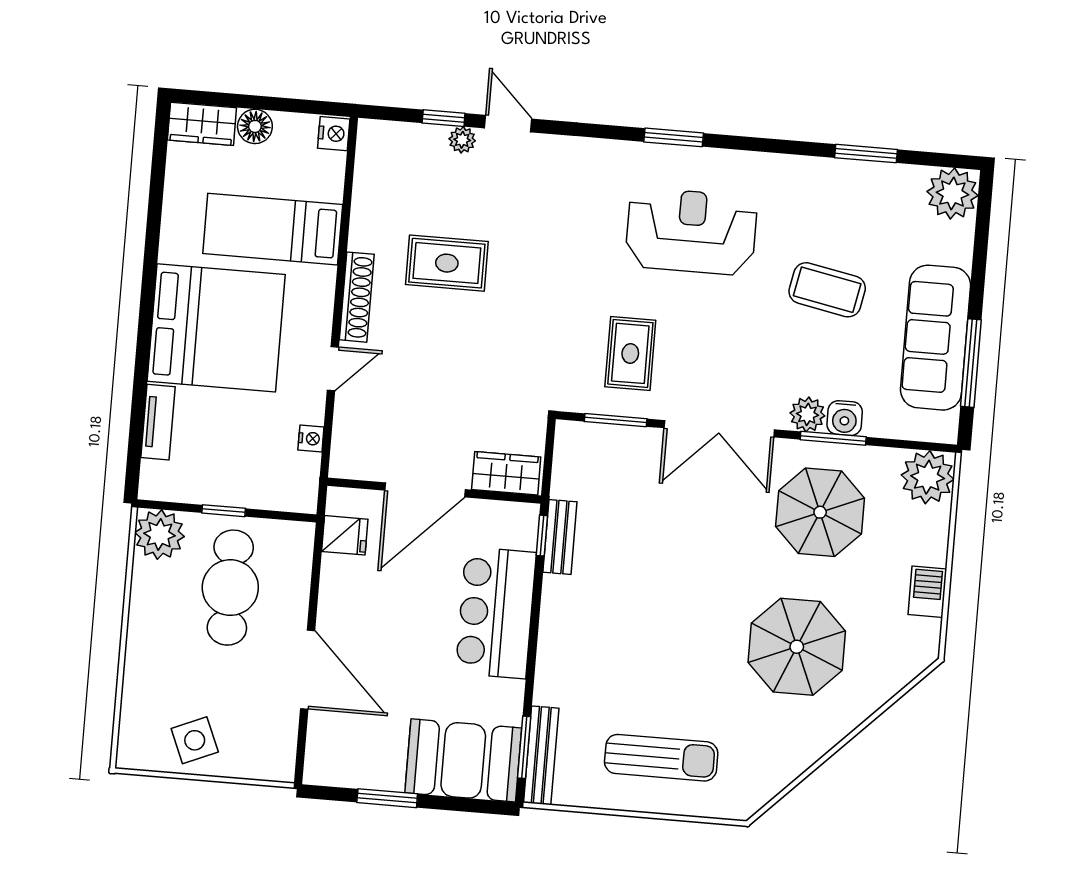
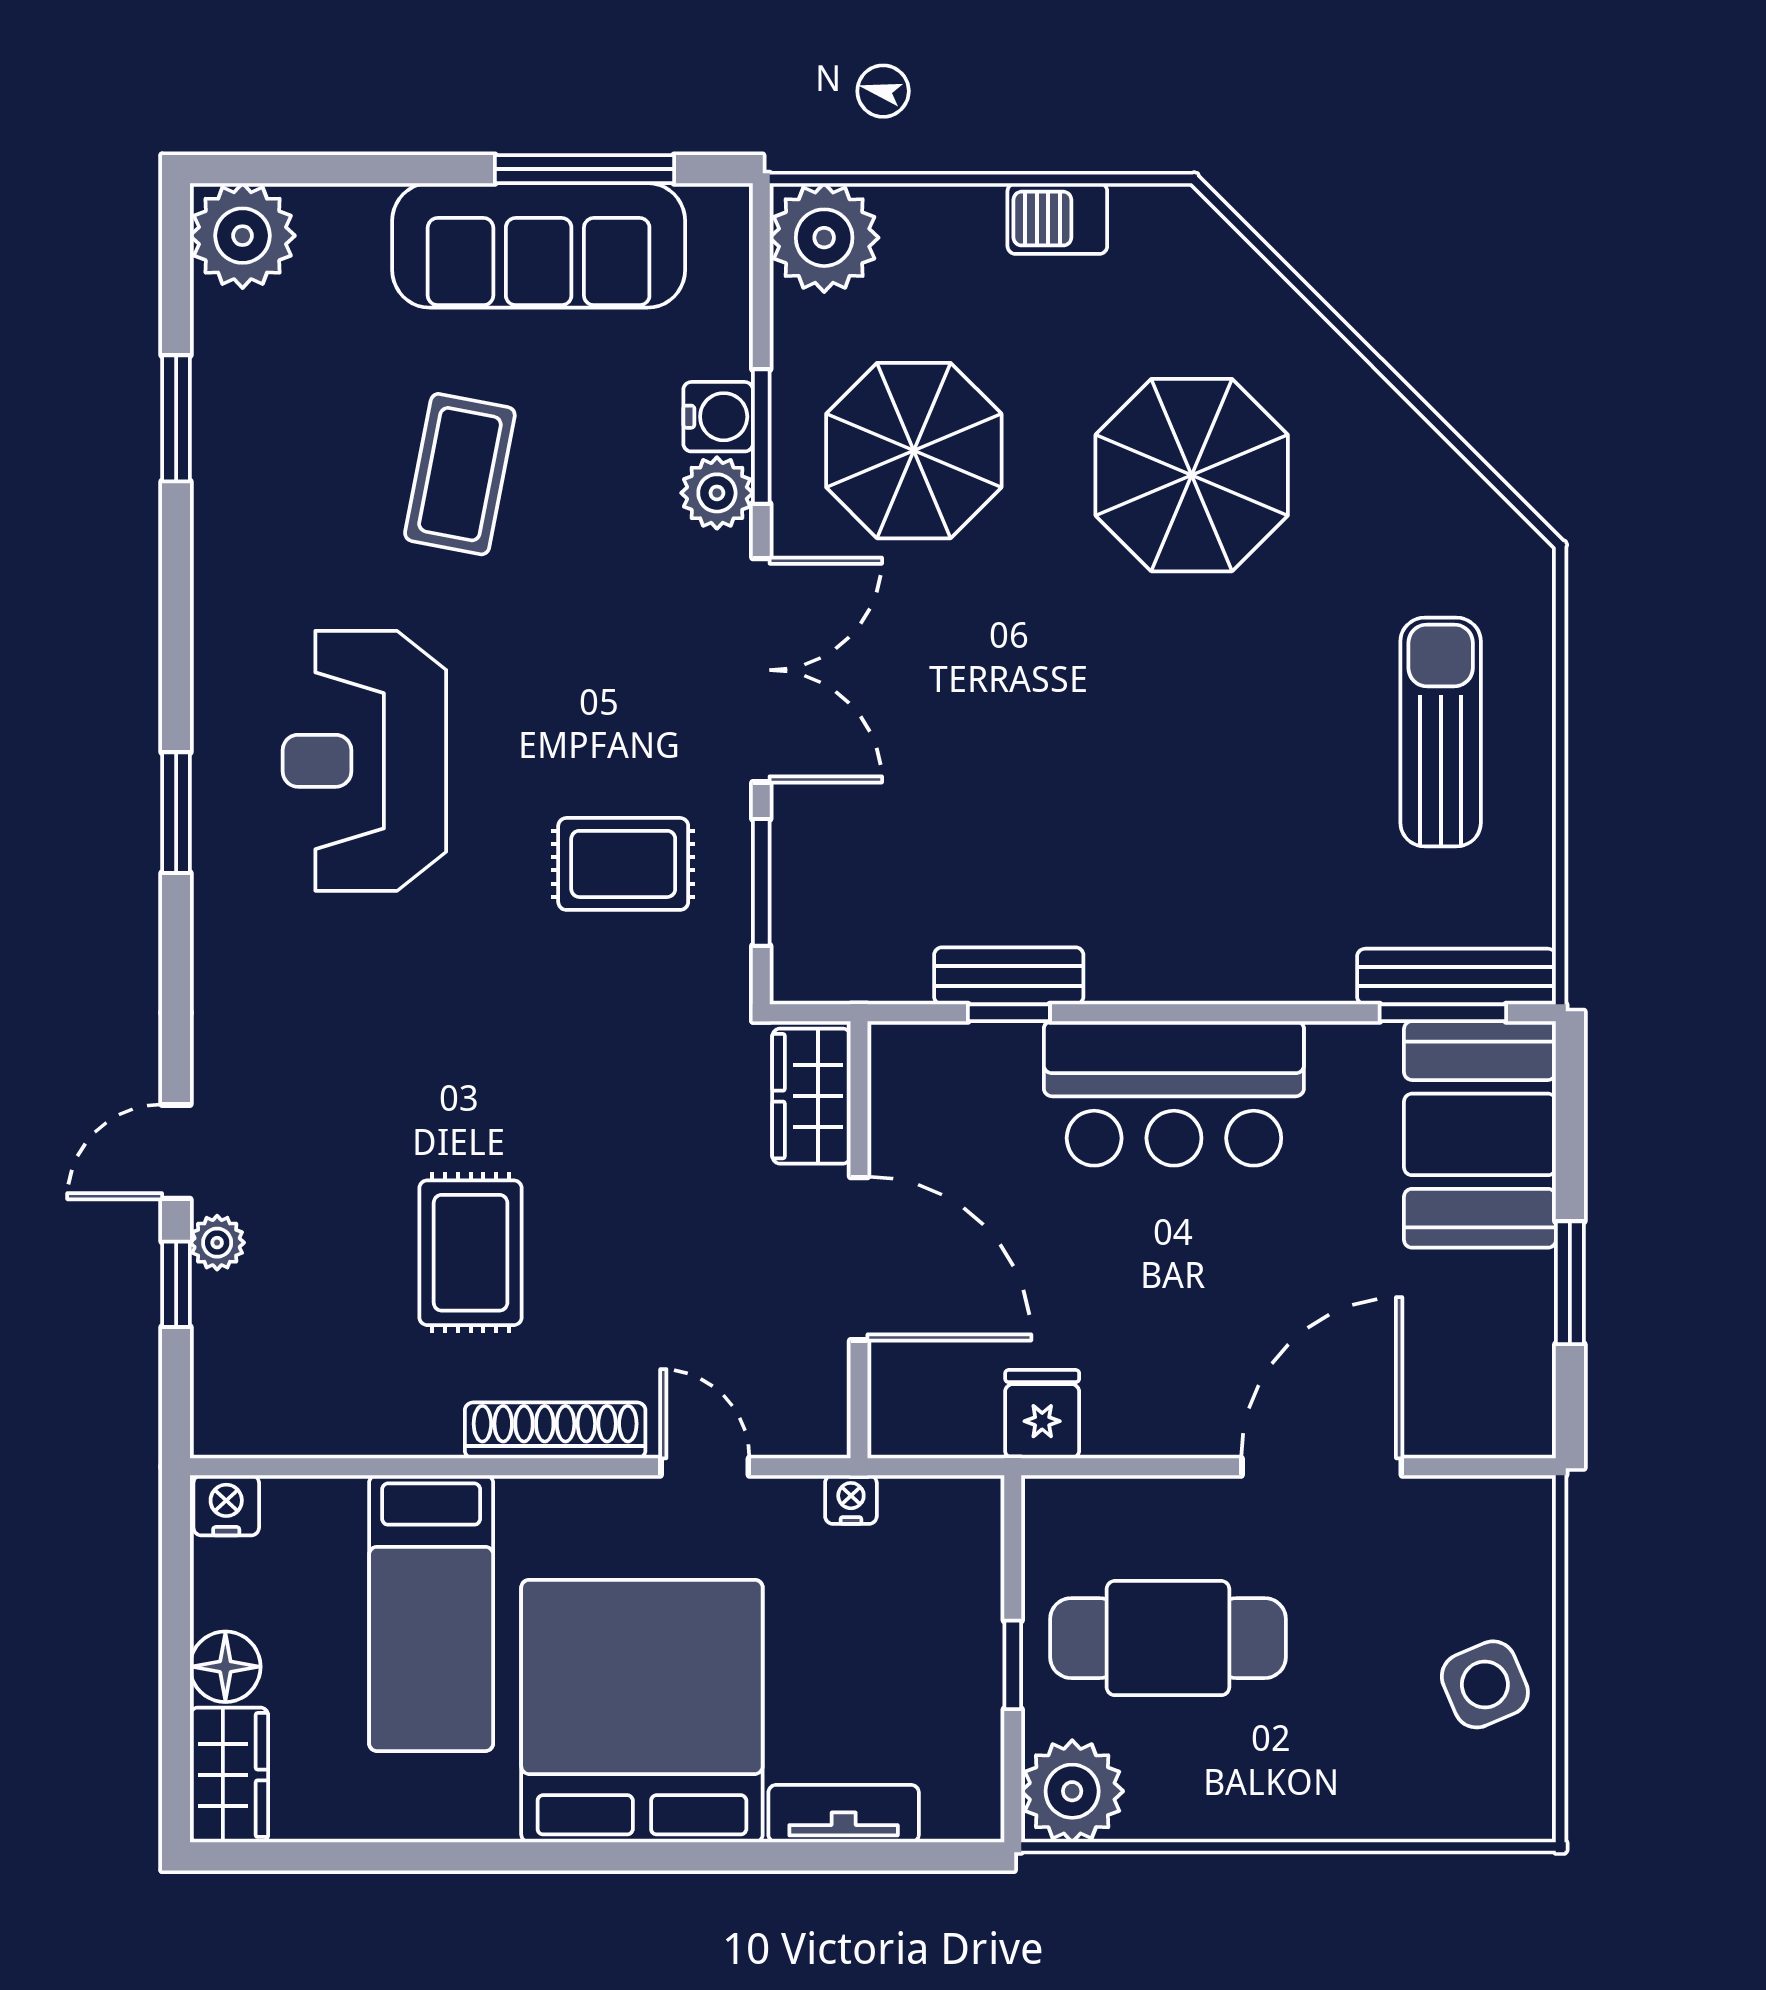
wardrobe: (506, 473) -> (811, 1096), moved
door: (425, 490) -> (859, 1259), moved
wall: (434, 491) -> (859, 1240), moved

